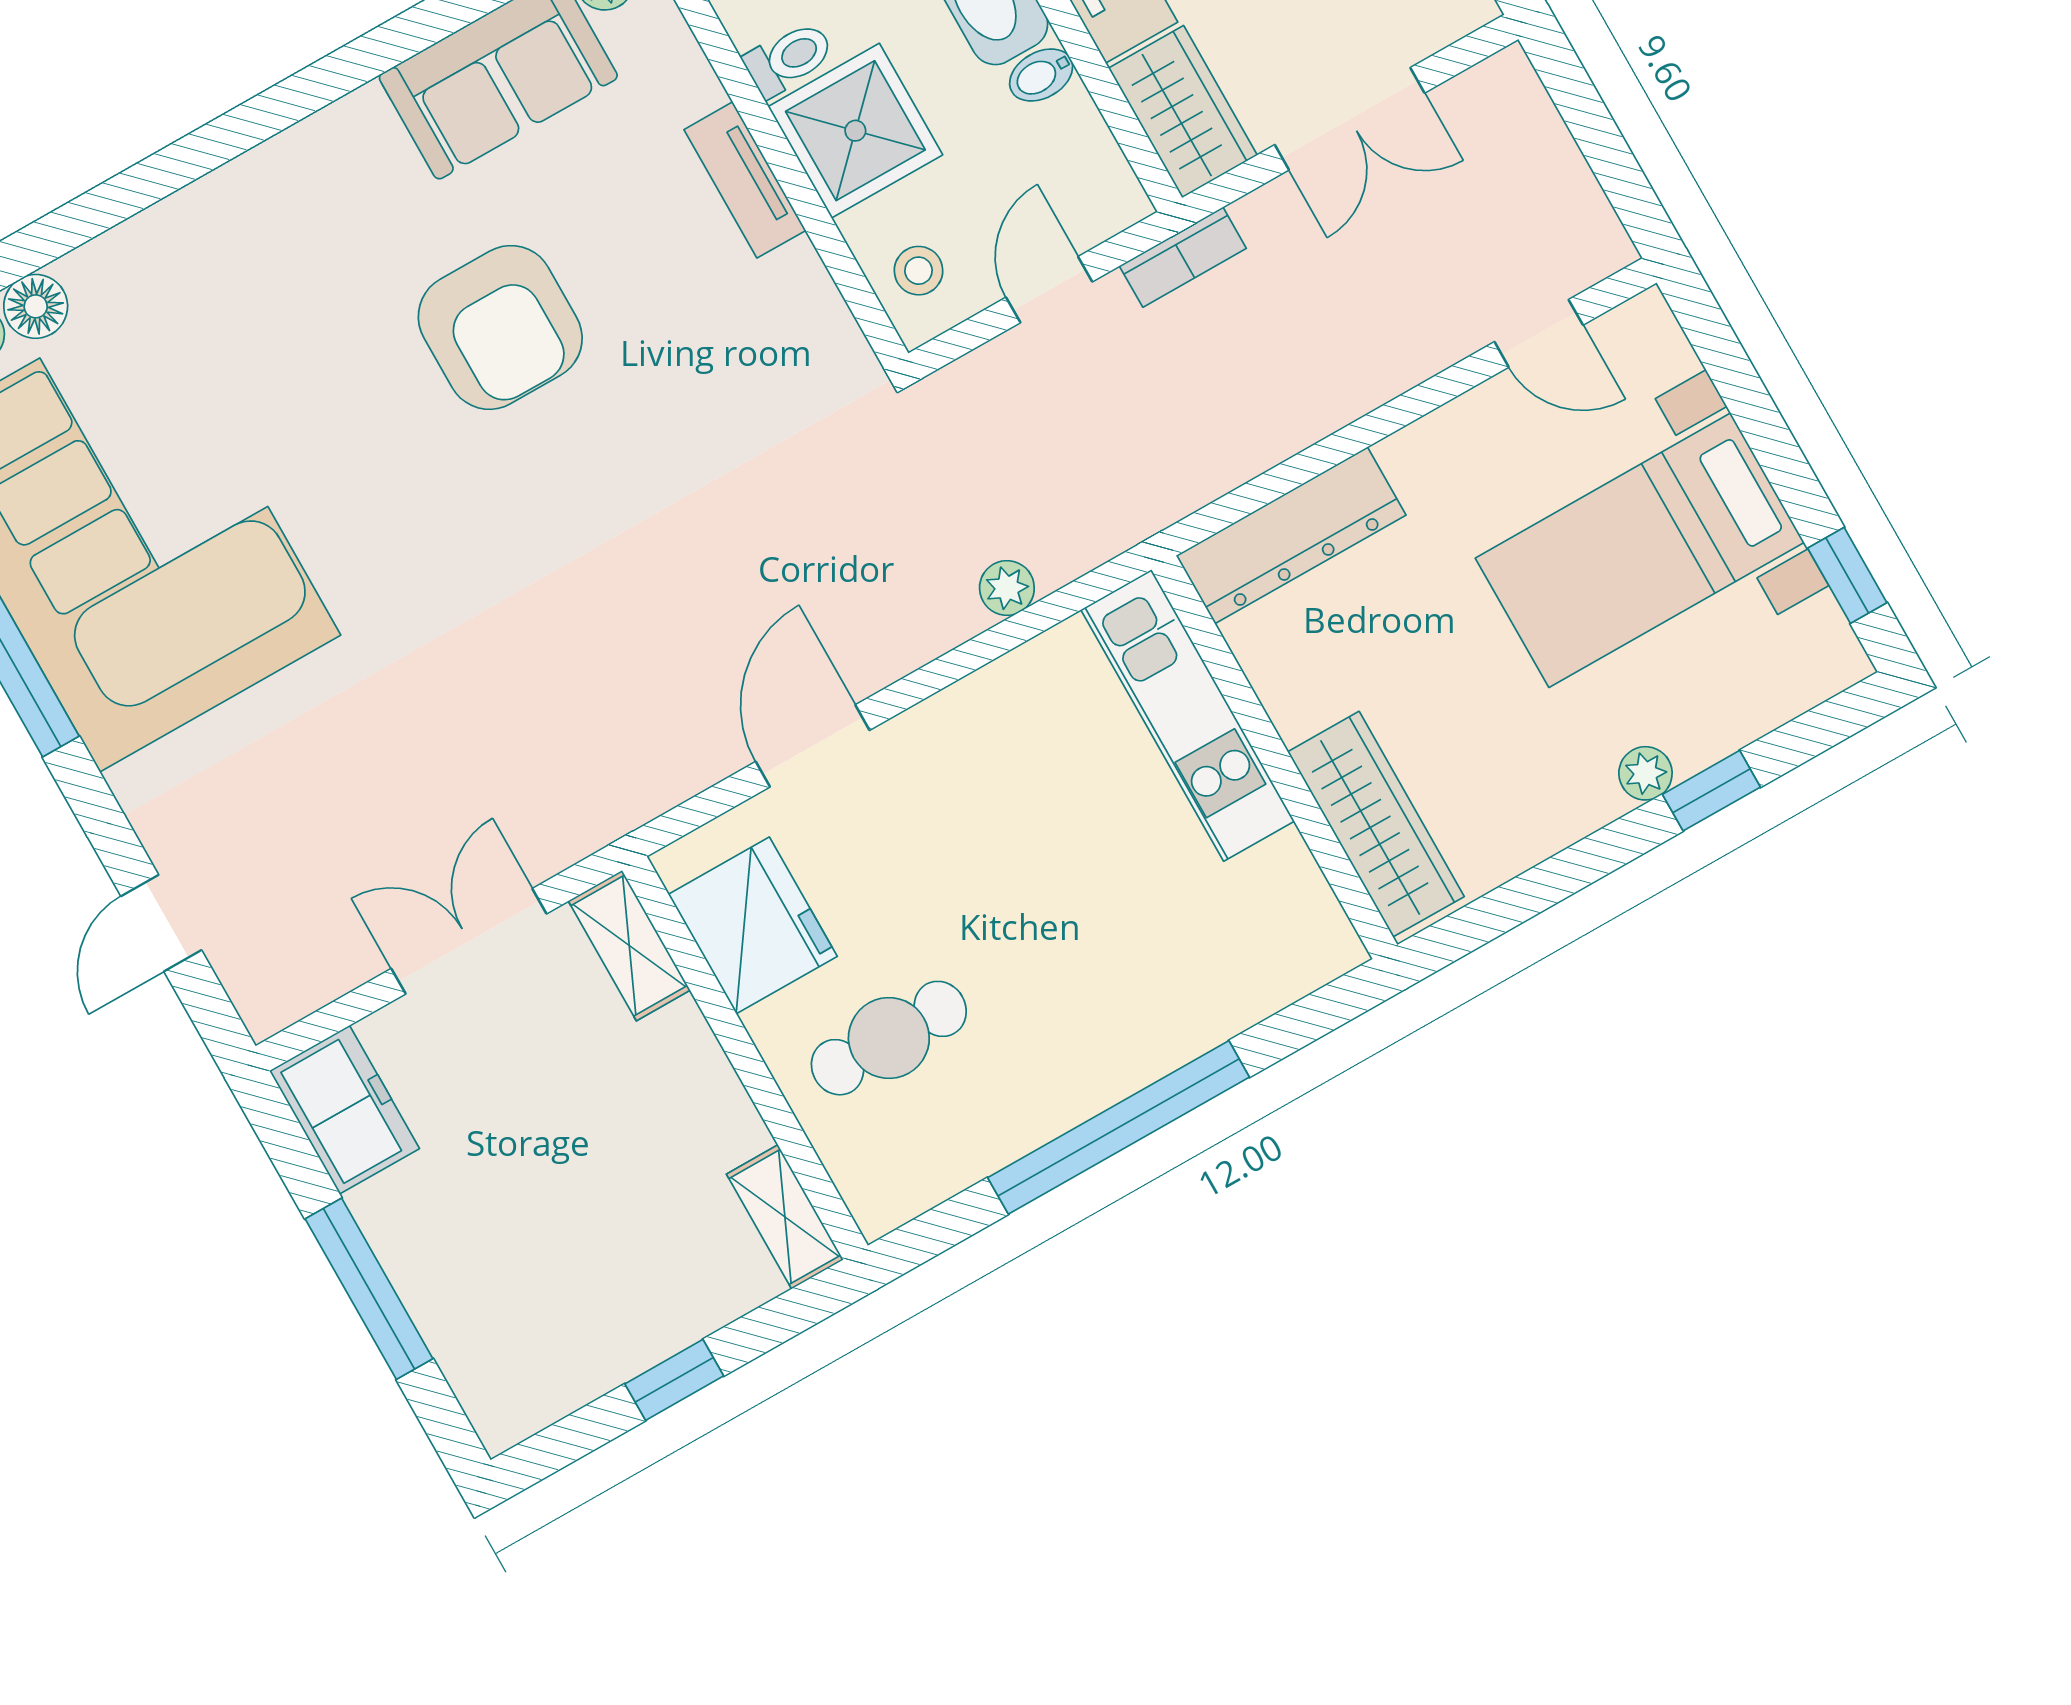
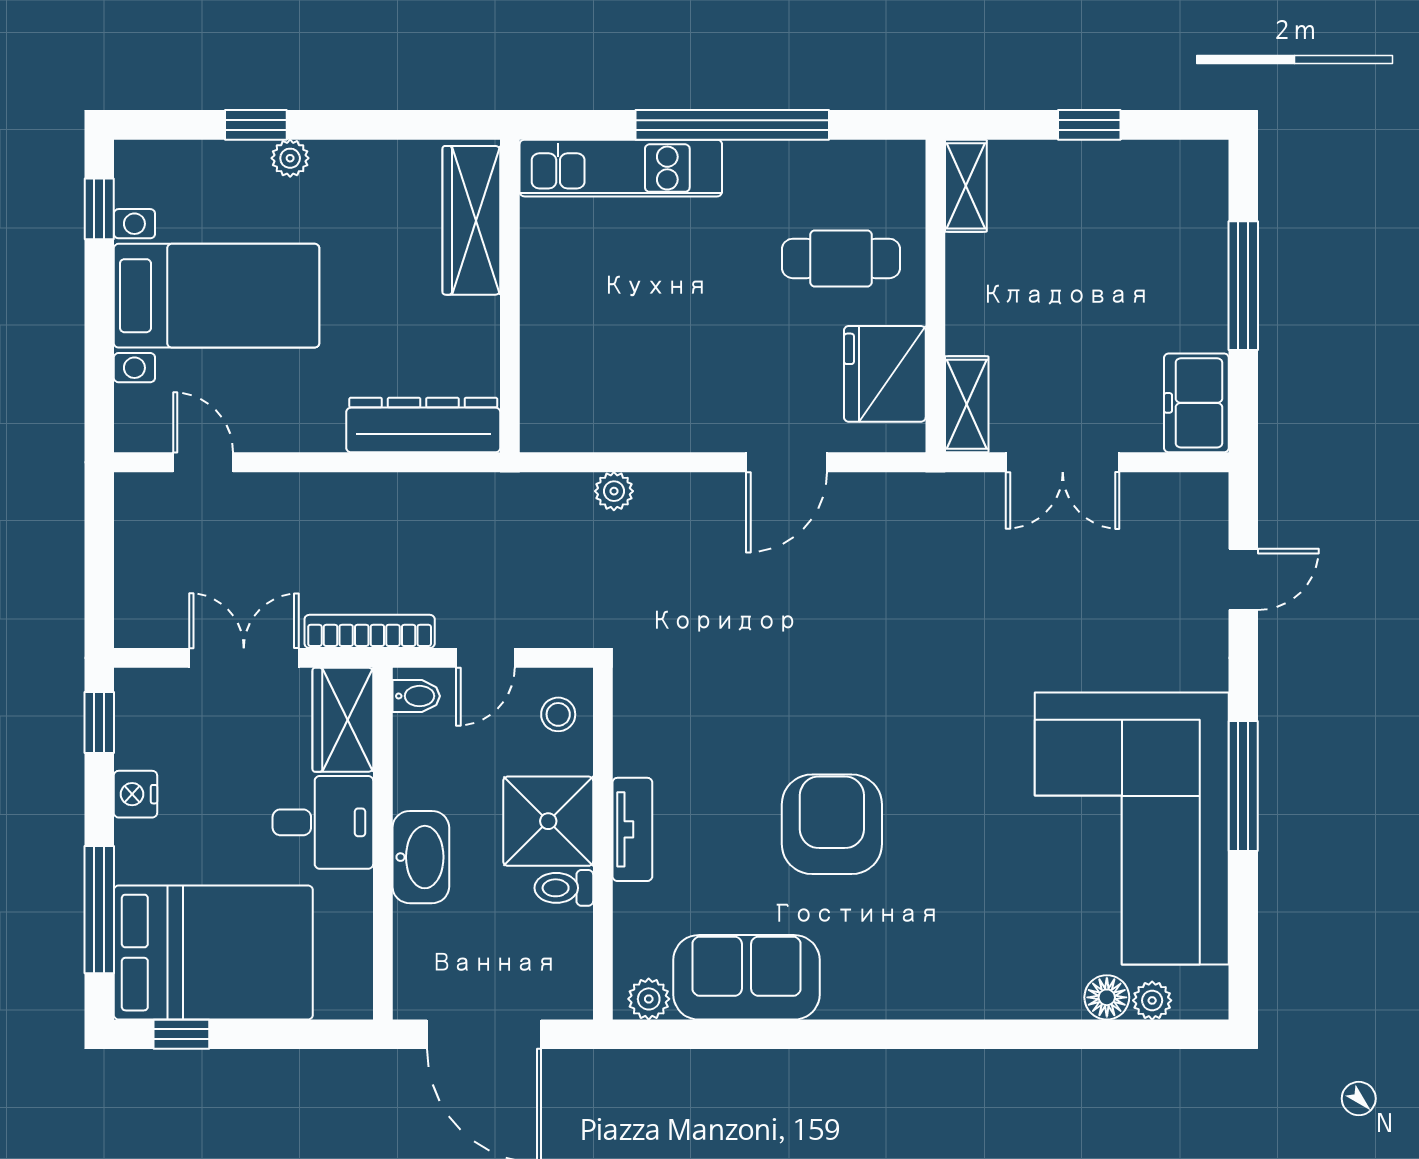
bidet: (1041, 75) -> (416, 696), moved
bookcase: (1183, 257) -> (370, 631), width x1.56
kitchen unit: (1188, 715) -> (621, 168), moved, turned 90

